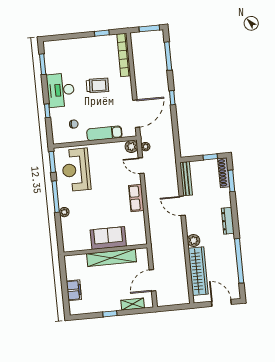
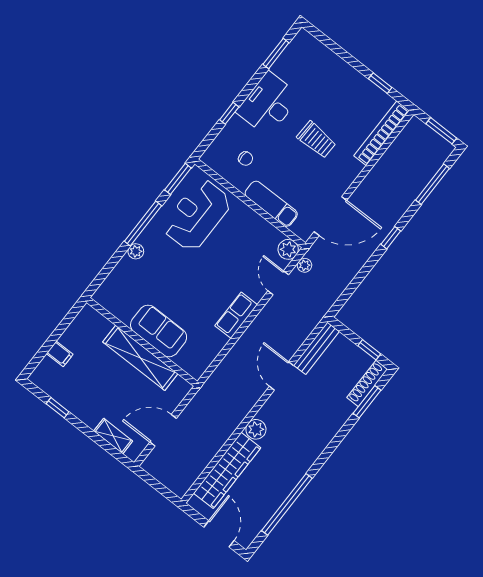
dresser: (228, 221) -> (318, 445), removed
filing cabinet: (74, 290) -> (60, 354), width x0.50
window: (110, 314) -> (58, 408), moved

